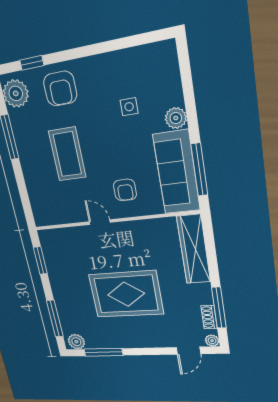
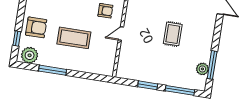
window: (40, 260) -> (148, 85), moved
rug: (126, 294) -> (173, 34), width x0.54, depth x0.49
plant: (76, 342) -> (202, 69), moved

